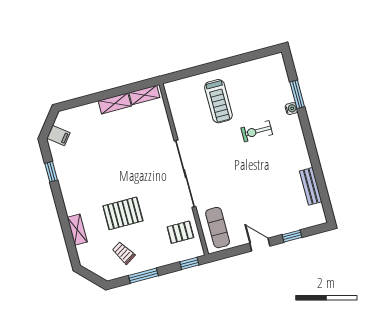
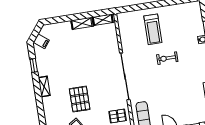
exercise bike: (257, 131) -> (167, 58), moved
pallet: (123, 213) -> (80, 99), turned 90
shelving: (77, 230) -> (44, 86), moved

